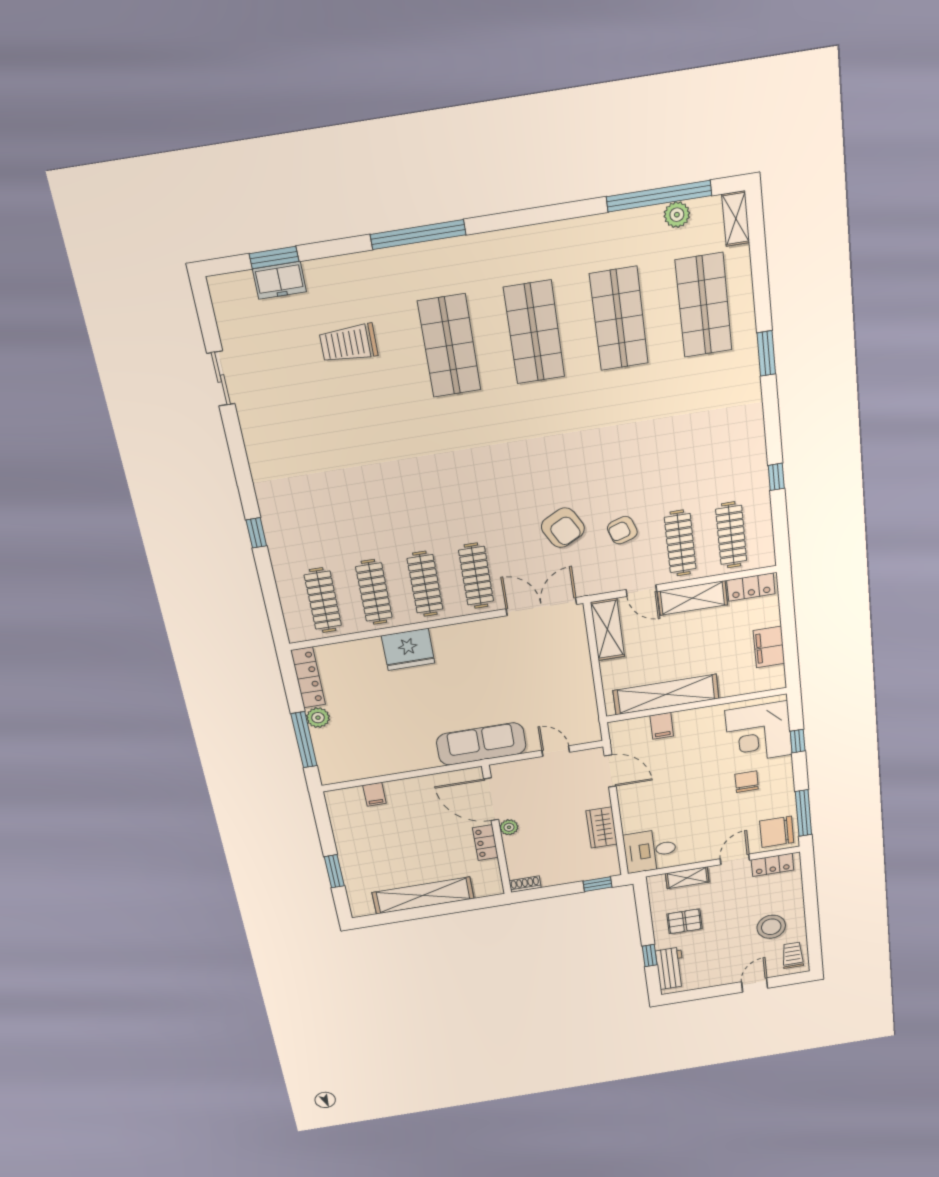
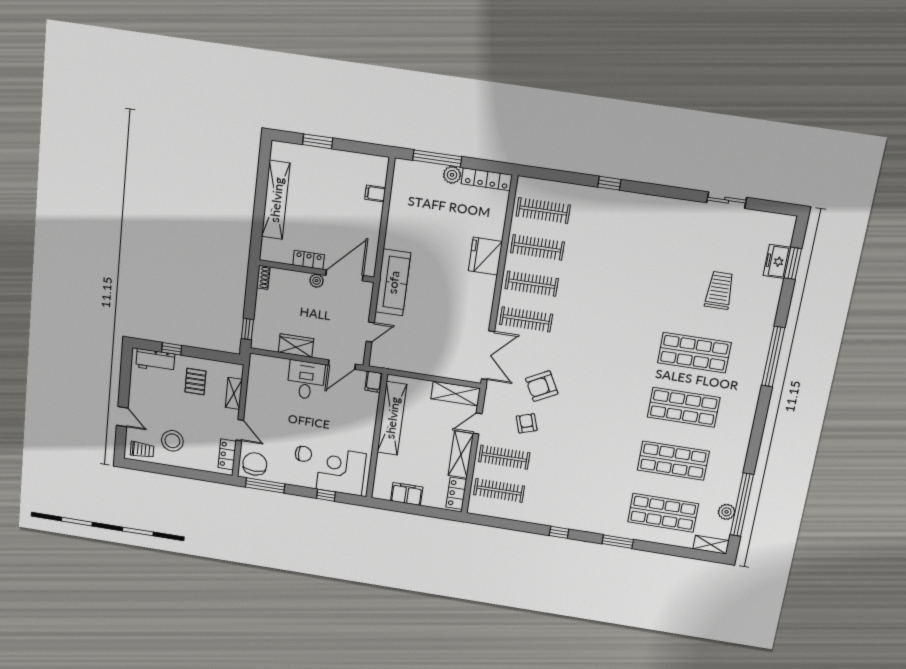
window: (776, 477) -> (559, 532), moved
filing cabinet: (662, 726) -> (374, 382), moved, turned -90
desk: (650, 851) -> (306, 380), moved

